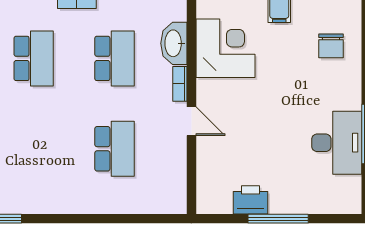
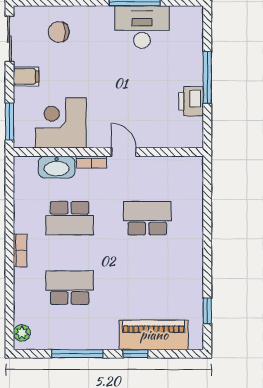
chair: (331, 46) -> (59, 32), turned 180
school desk: (114, 58) -> (70, 218), turned 180
door: (191, 121) -> (124, 152), hinge flipped

